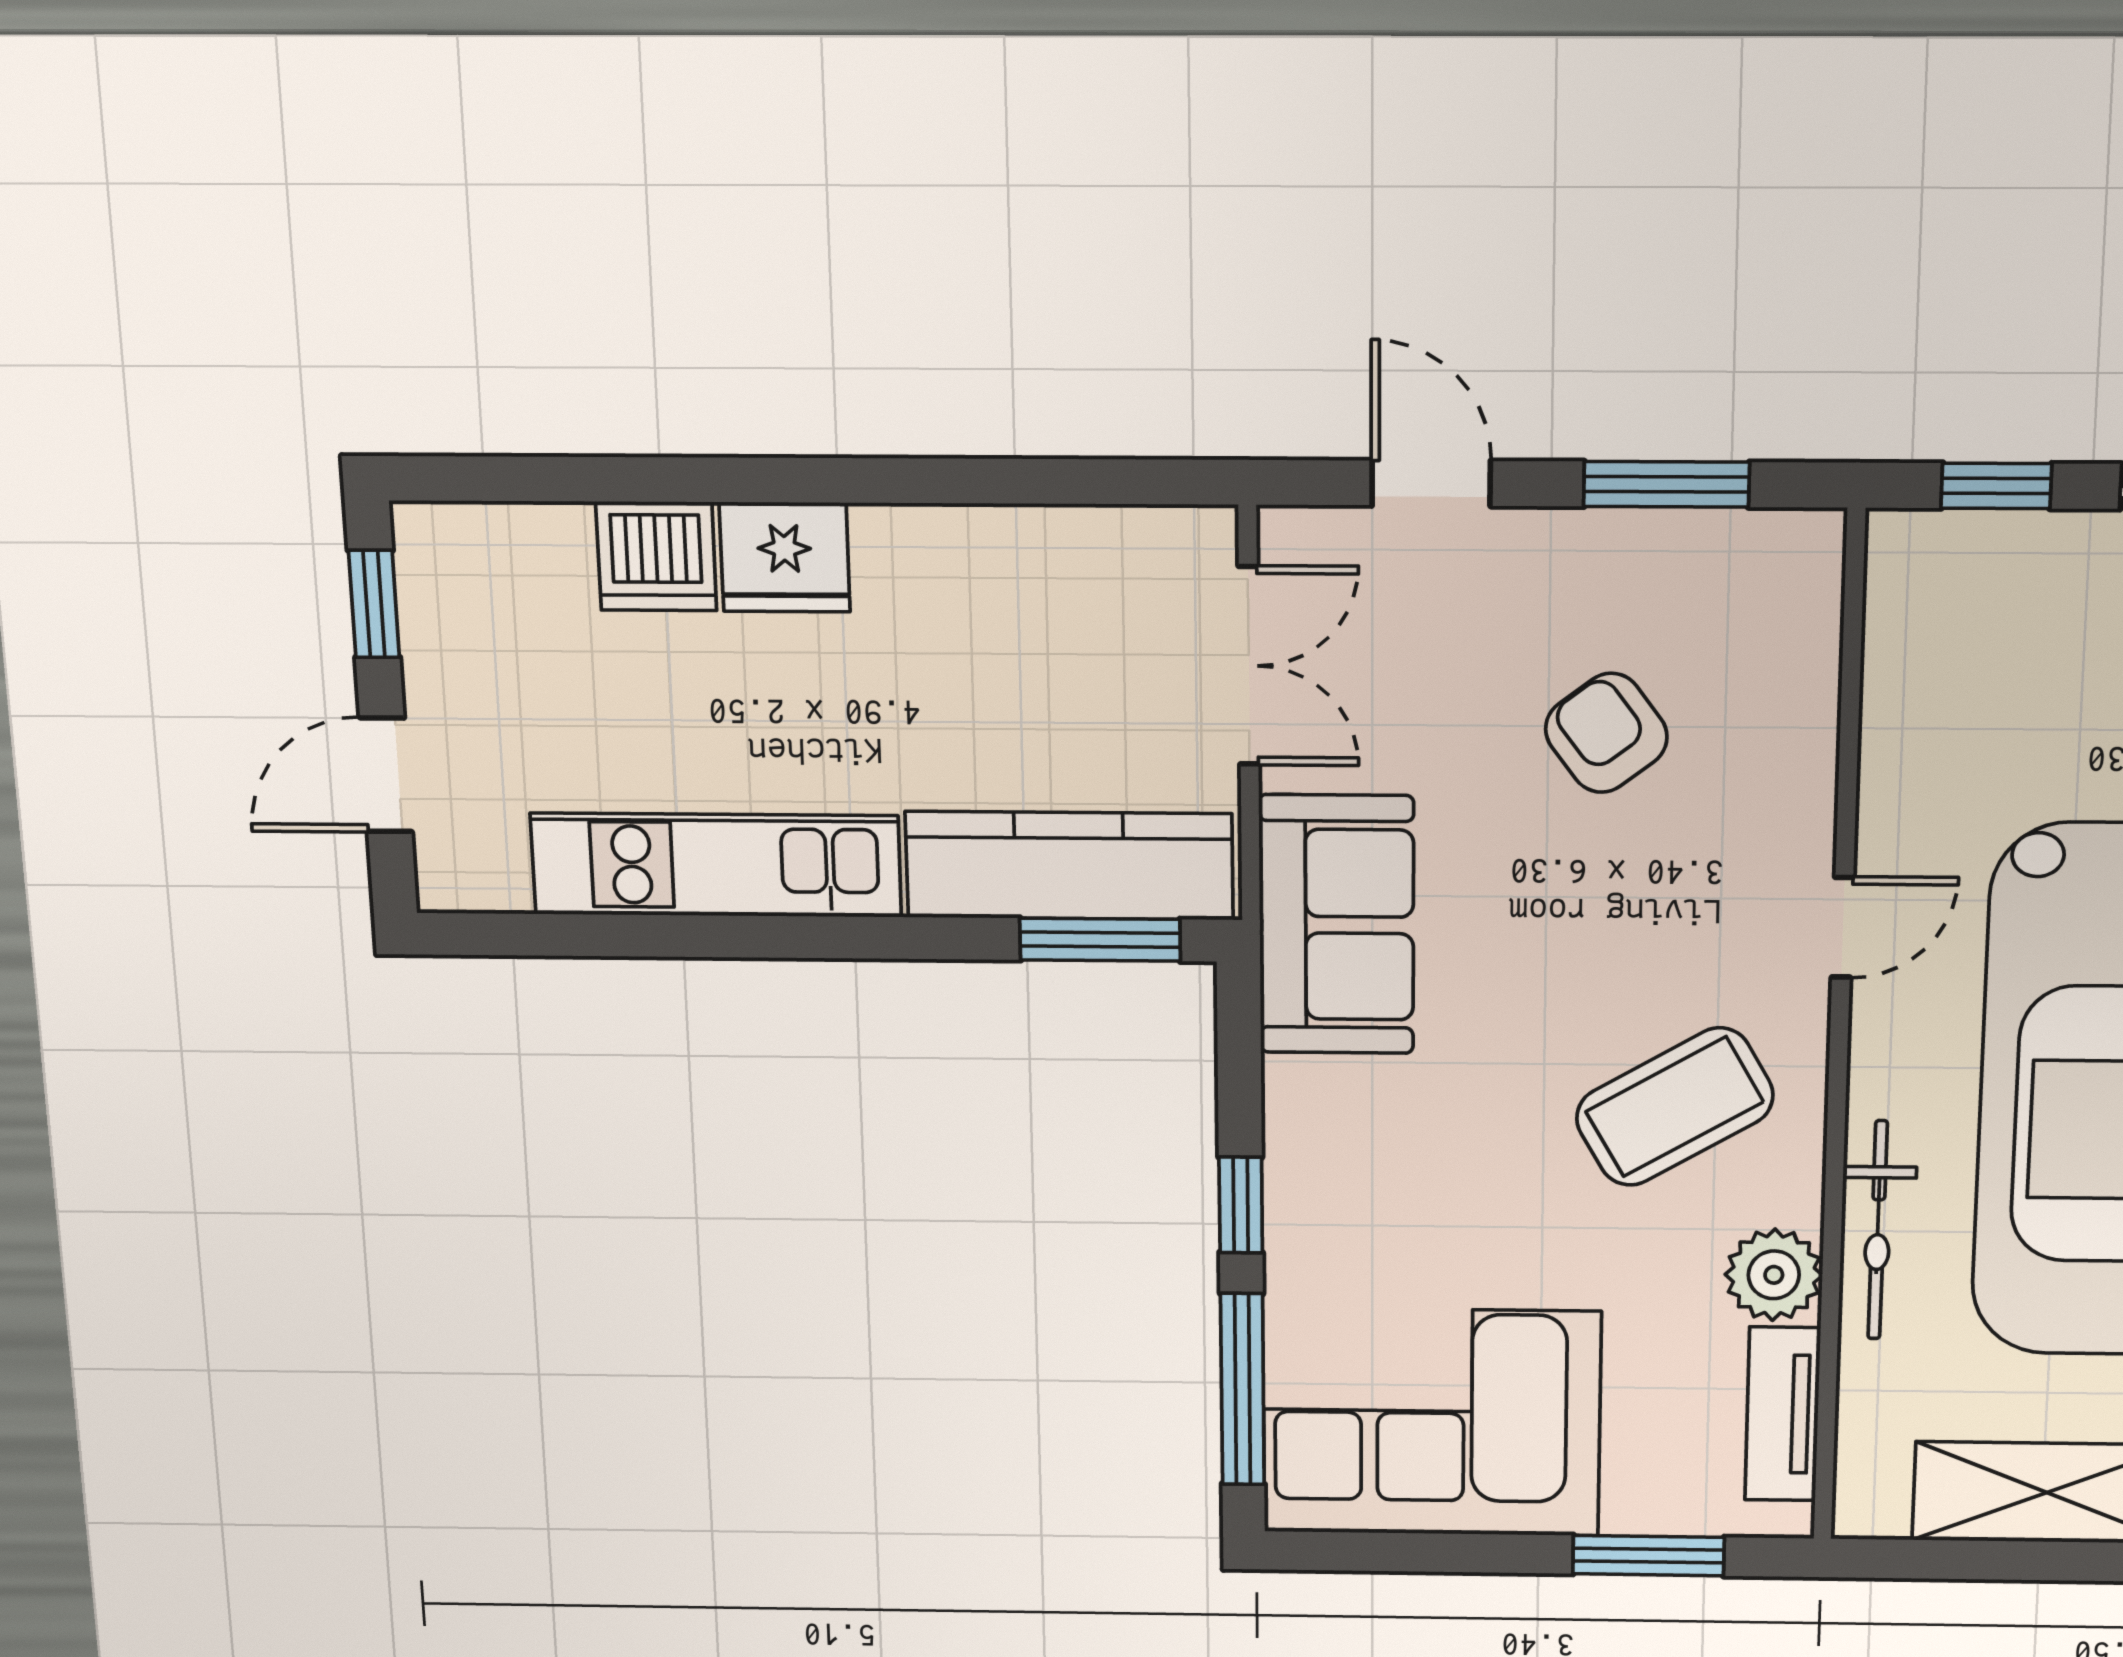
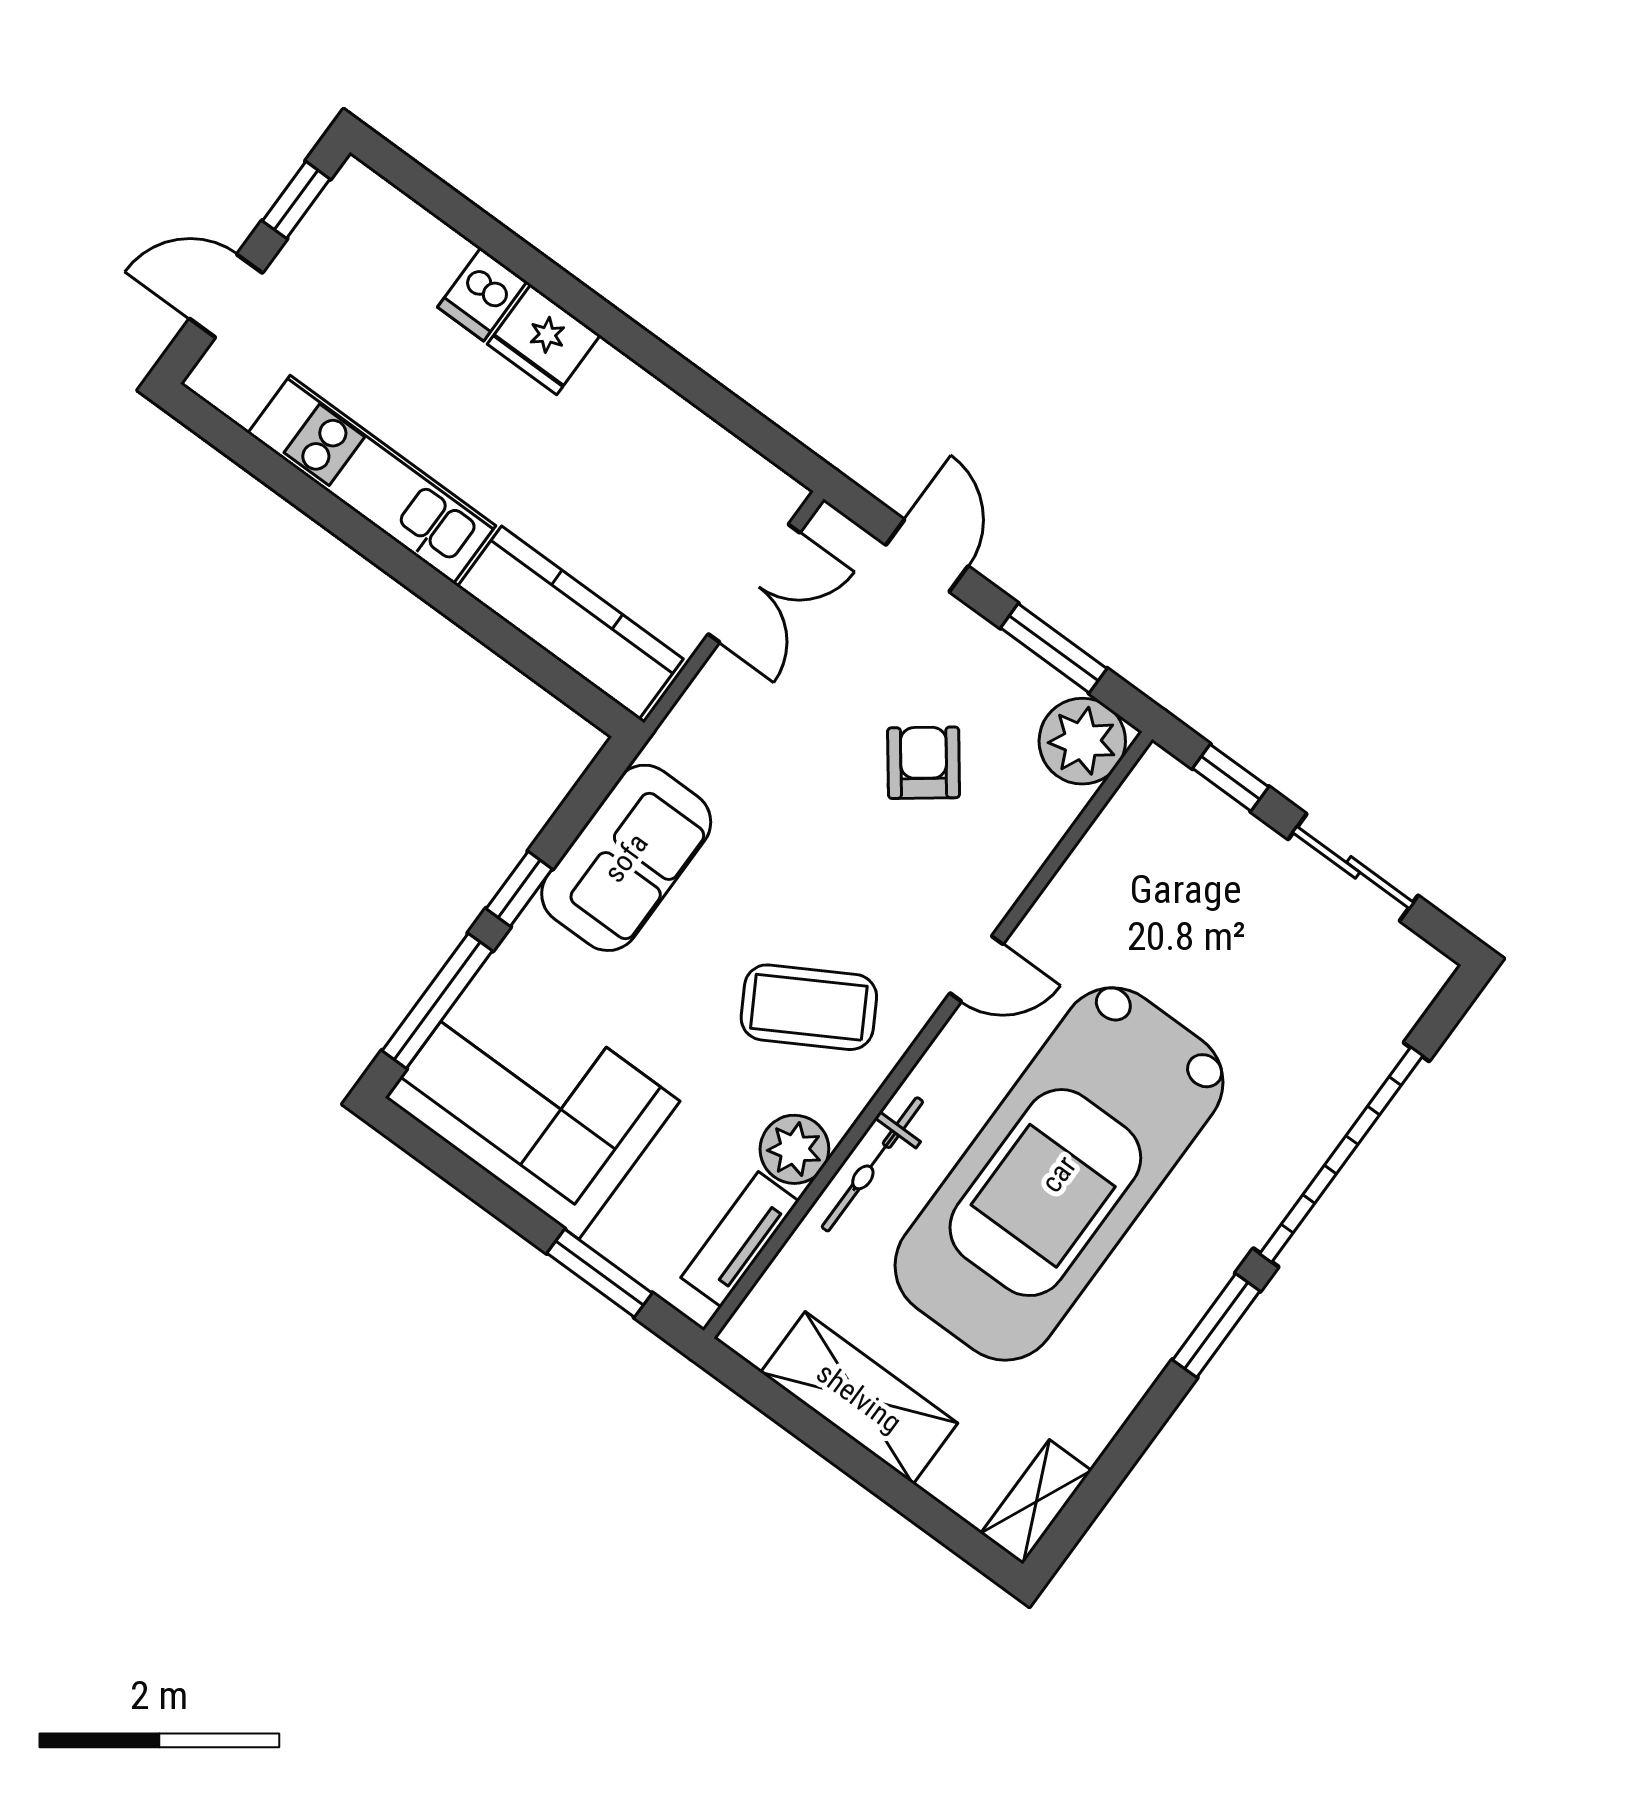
dishwasher: (656, 556) -> (482, 294), width x0.73
plant: (1781, 571) -> (1082, 741), added
sofa: (1336, 925) -> (626, 858), moved
window: (1100, 940) -> (556, 677), removed

